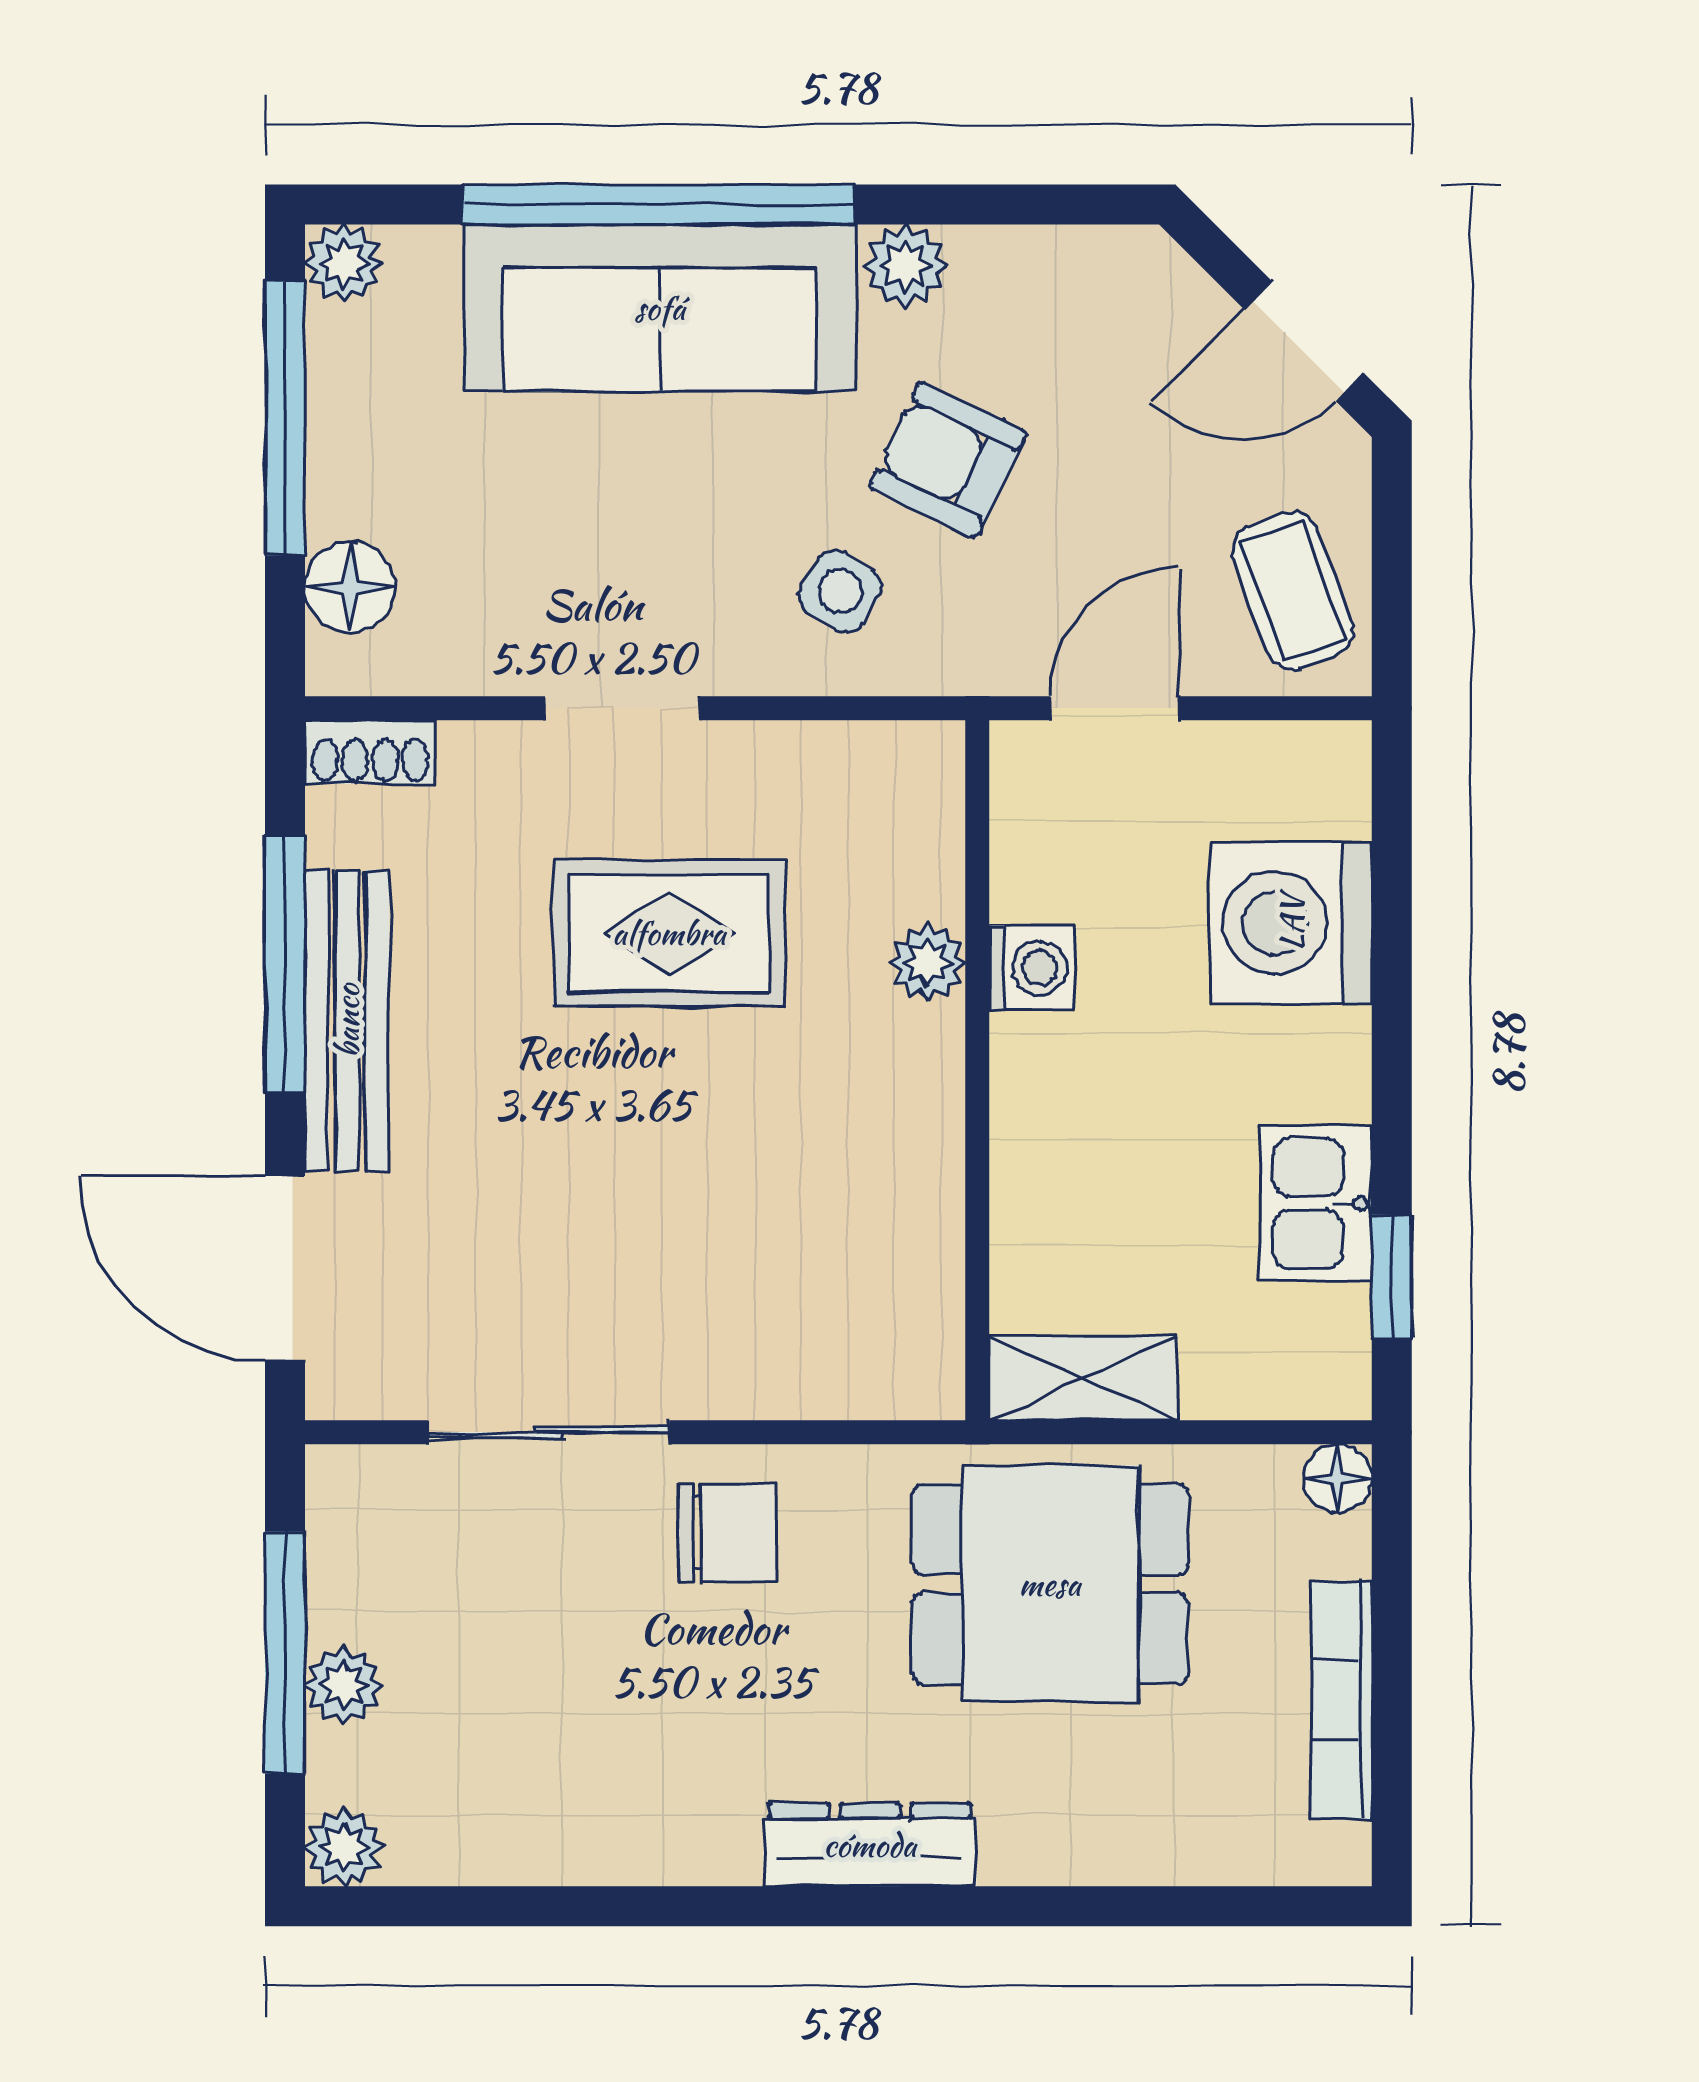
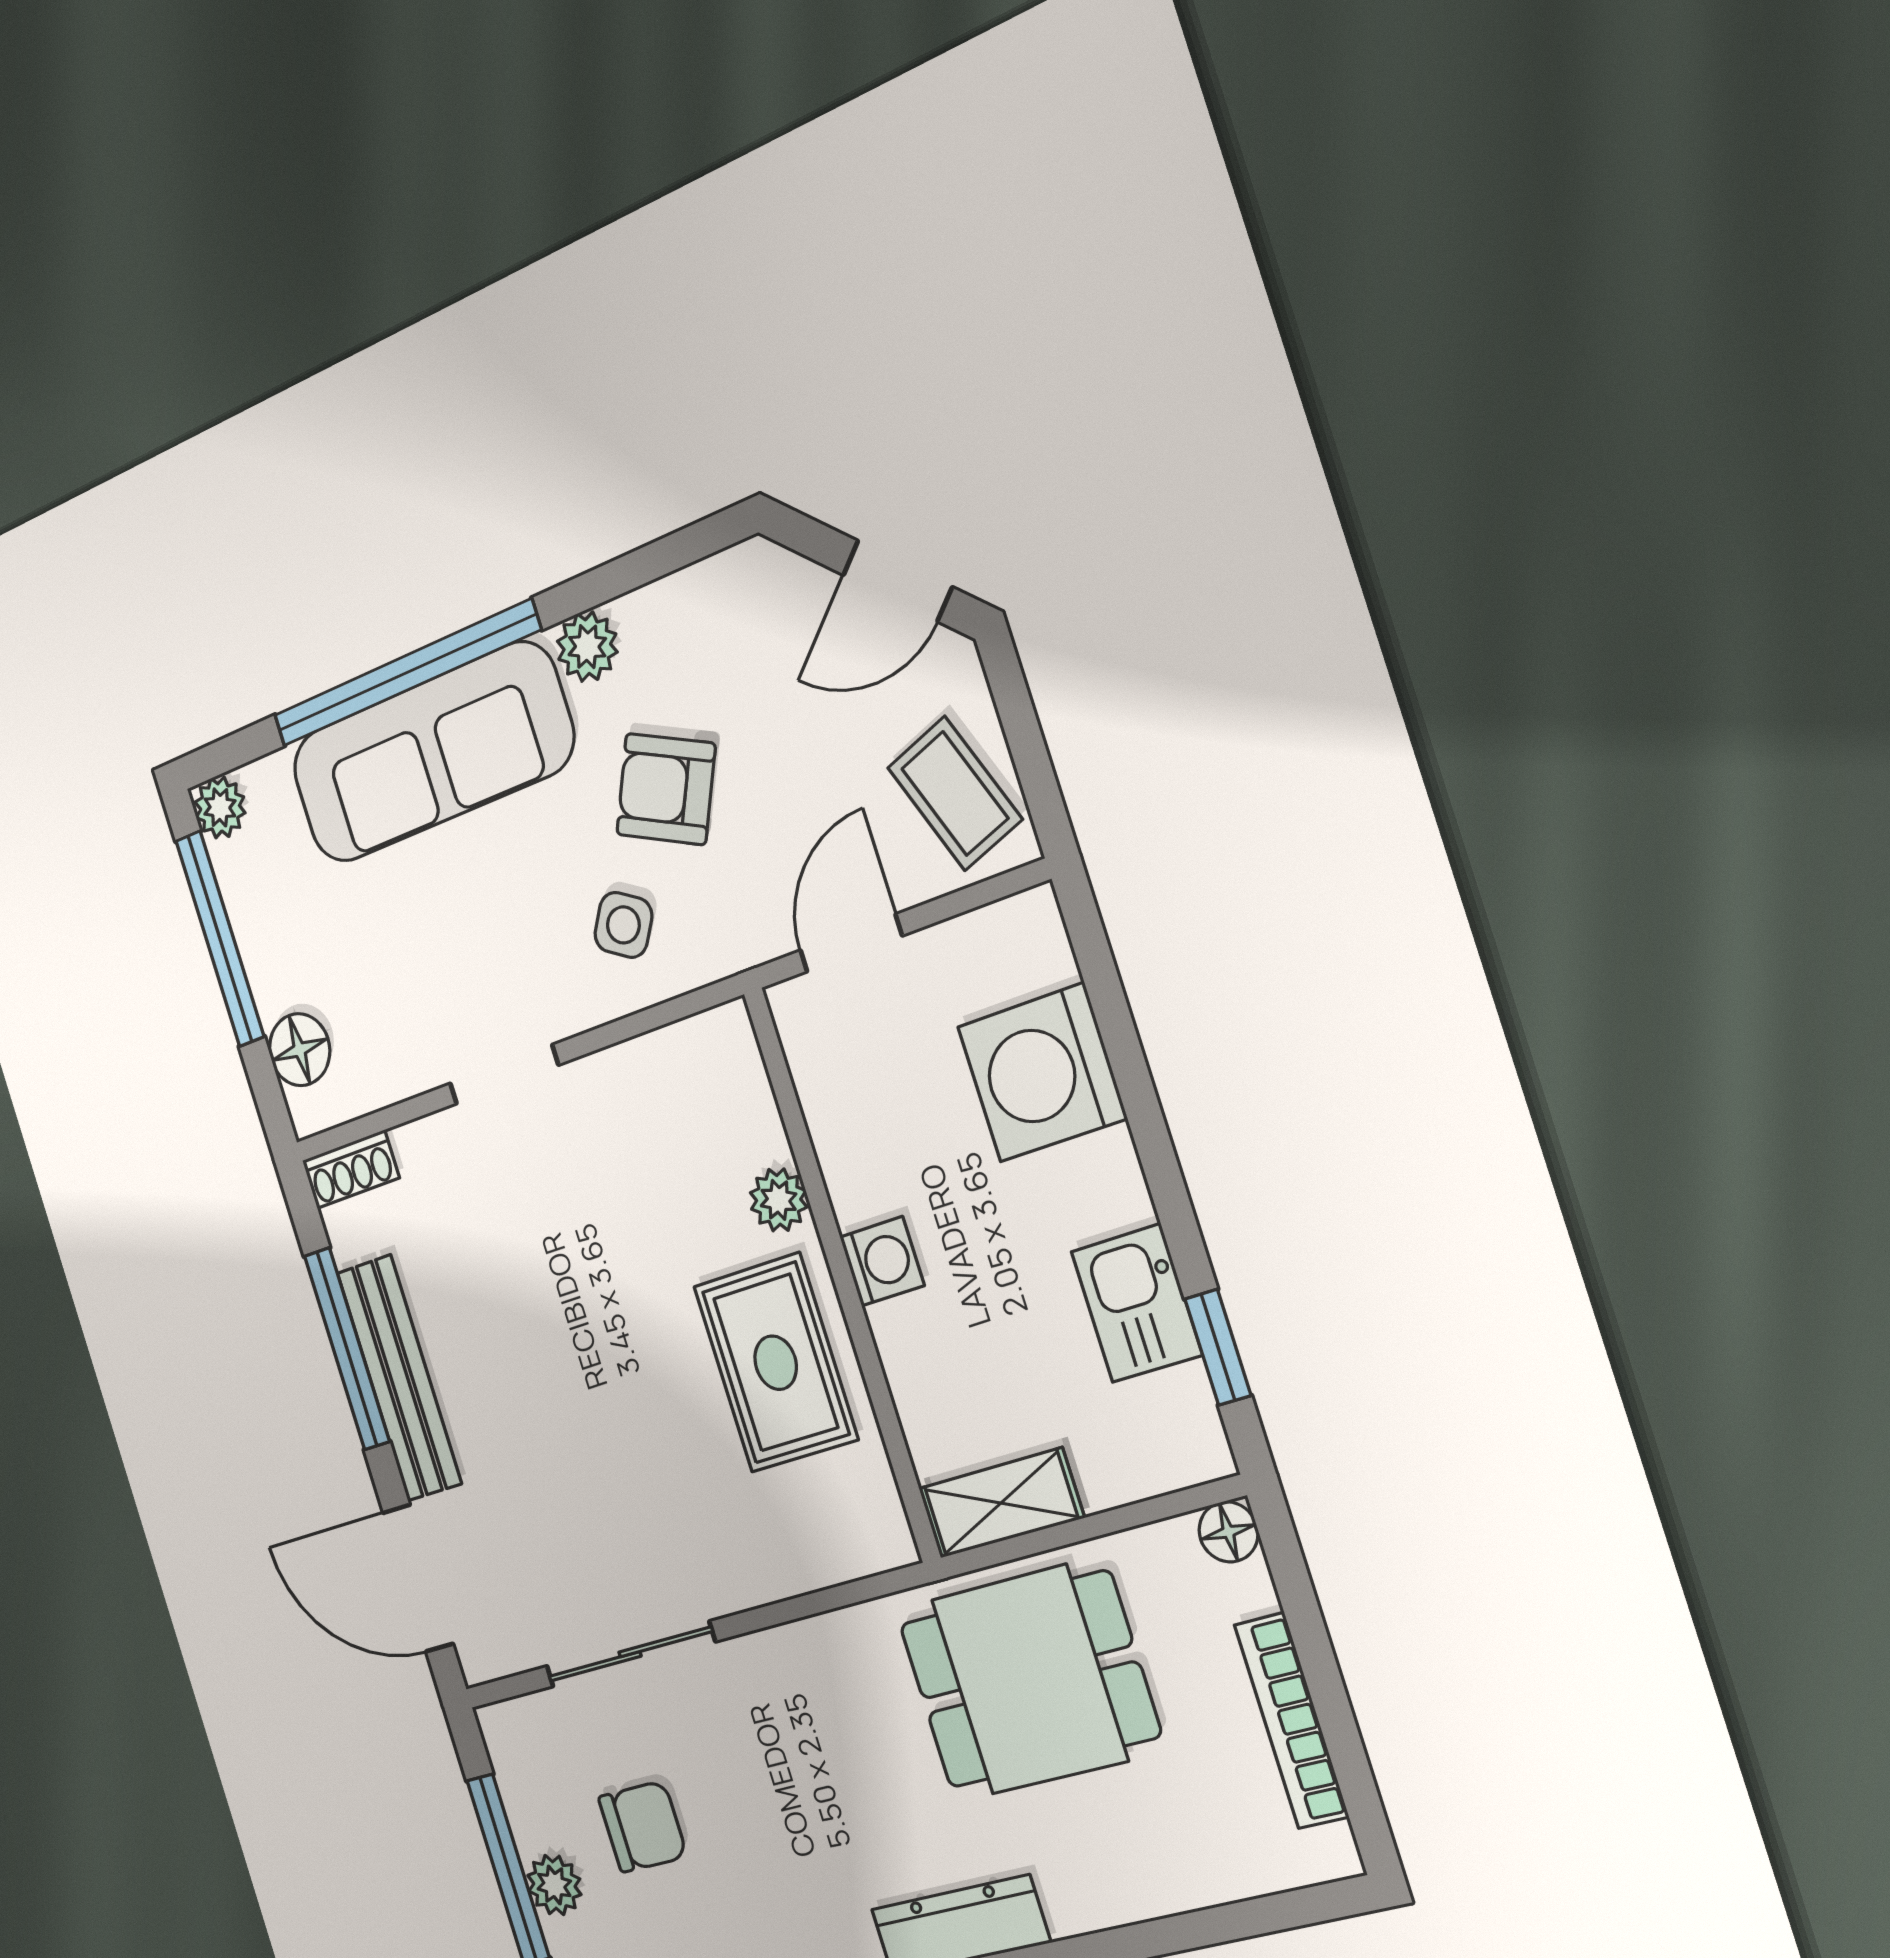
rug: (669, 933) -> (776, 1363), moved, turned 90
washing machine: (1031, 968) -> (882, 1261), moved
chair: (727, 1533) -> (643, 1827), moved

